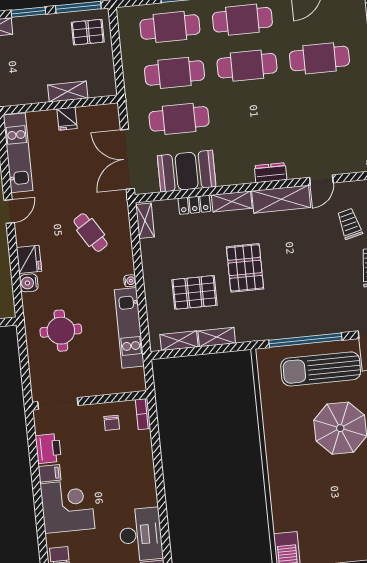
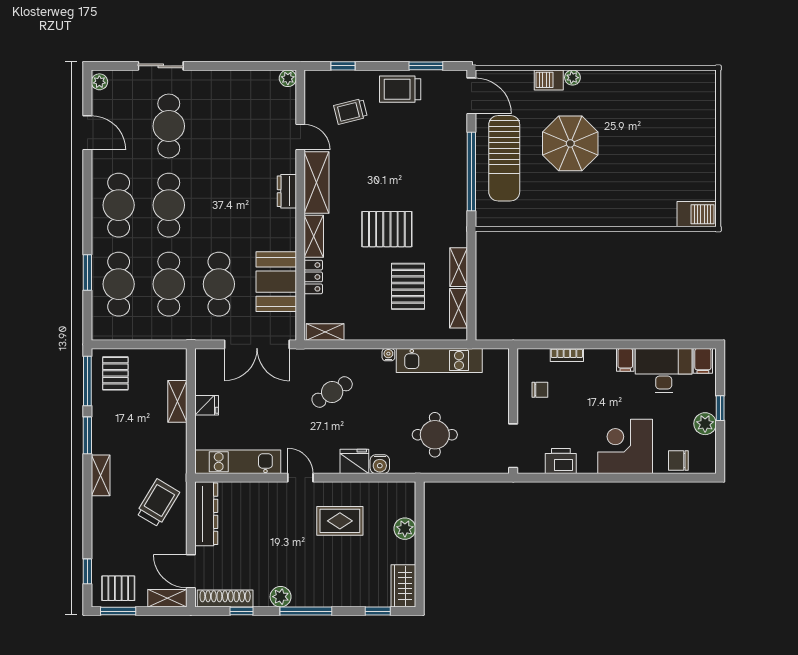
bookcase: (143, 414) -> (567, 355), moved
filing cabinet: (50, 473) -> (625, 360), moved, turned 180

